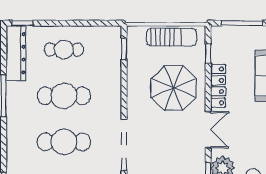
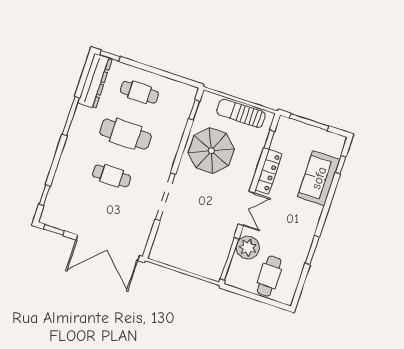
sun lounger: (171, 37) -> (241, 113), turned 180
parasol: (174, 88) -> (211, 151), moved
cafe table: (64, 142) -> (112, 176), width x0.73, depth x0.74

